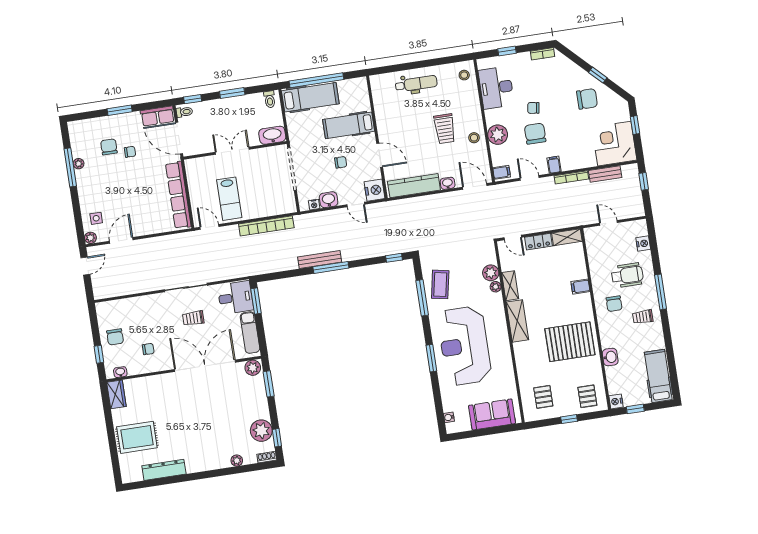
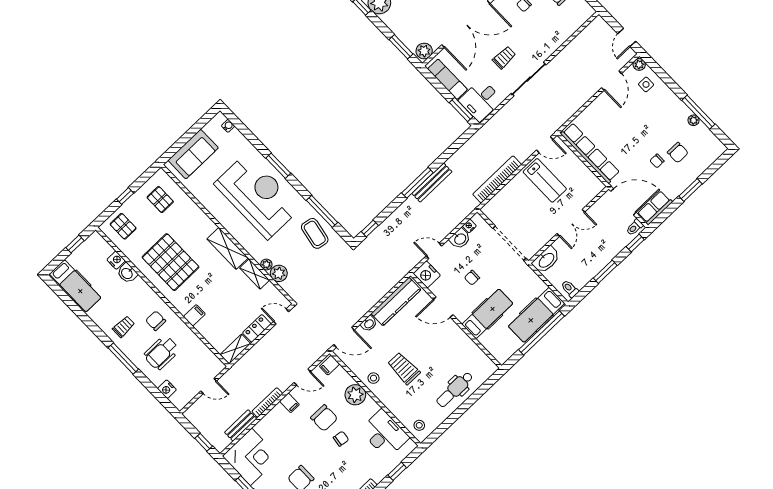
lab bench: (229, 199) -> (545, 180), turned 180
pallet: (570, 342) -> (171, 262), turned 90
nightstand: (616, 401) -> (116, 260), moved

